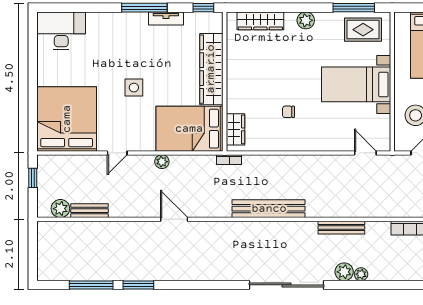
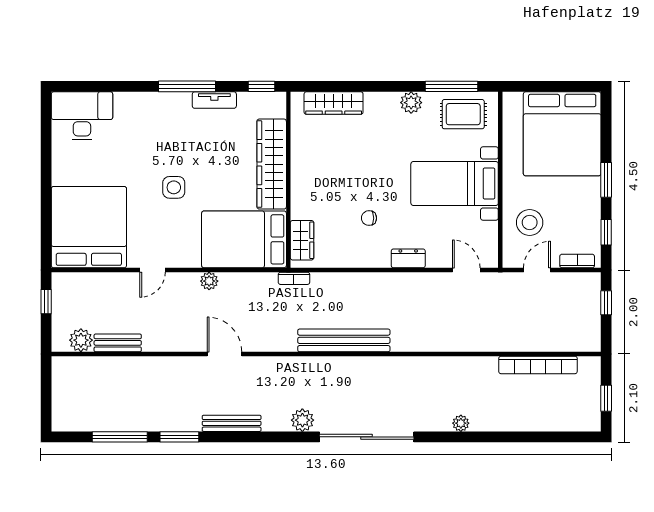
plant: (306, 20) -> (411, 103), moved
dresser: (319, 144) -> (408, 258), added
bench: (341, 228) -> (232, 423), moved
plant: (344, 272) -> (302, 420), moved

